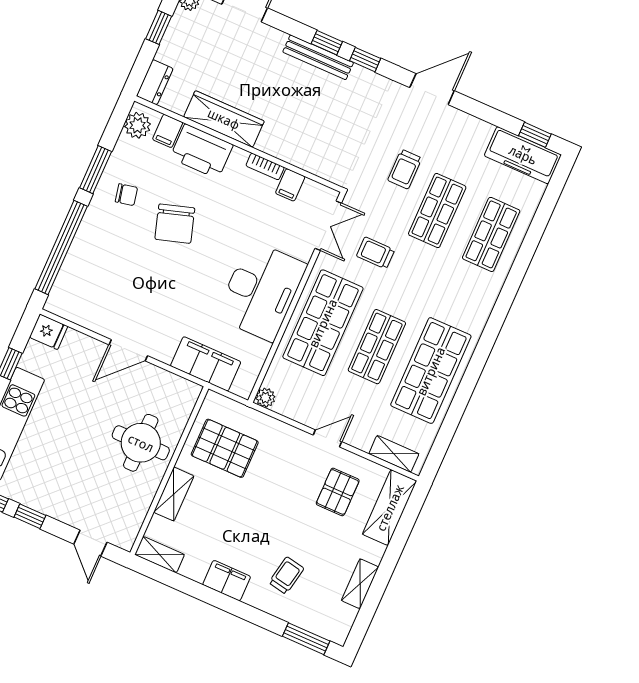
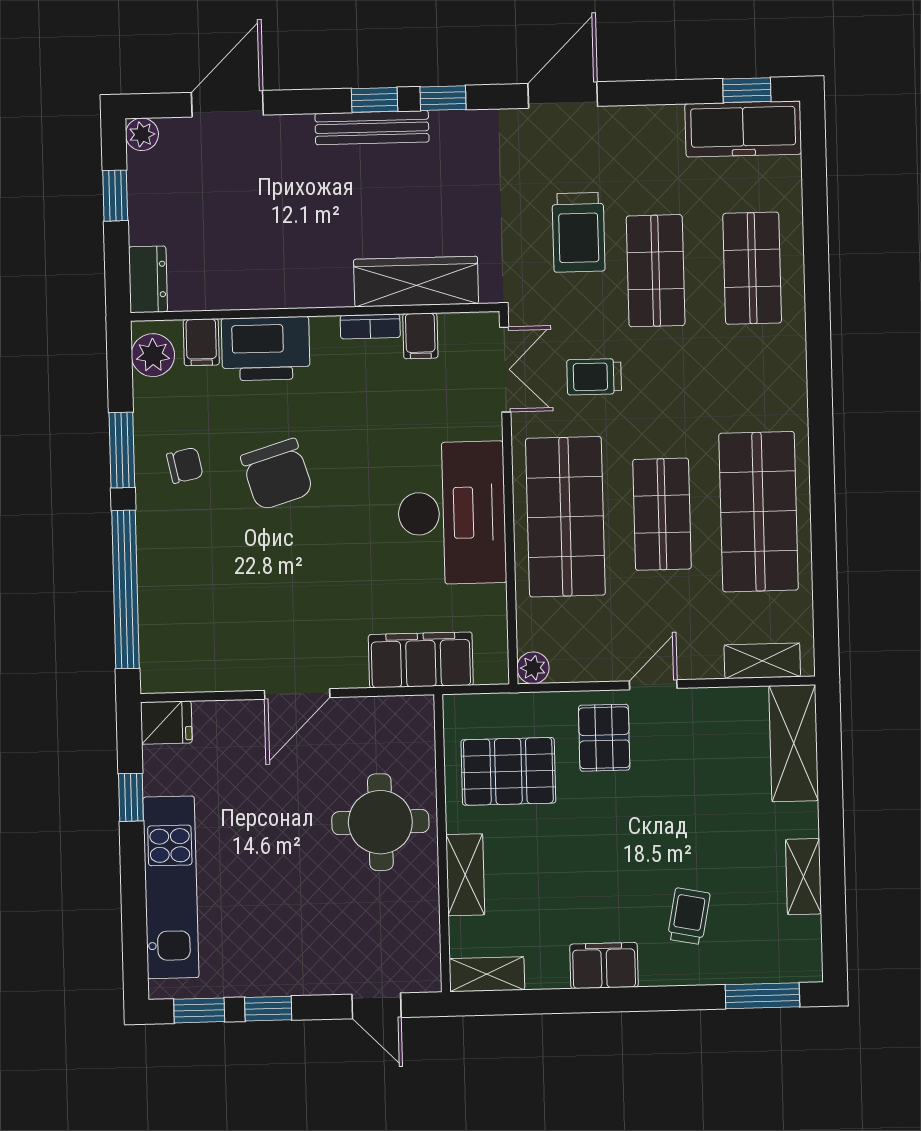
wardrobe: (224, 119) -> (416, 282), moved
trolley: (405, 169) -> (579, 232), width x1.36, depth x1.39
pallet: (338, 492) -> (604, 738), moved

